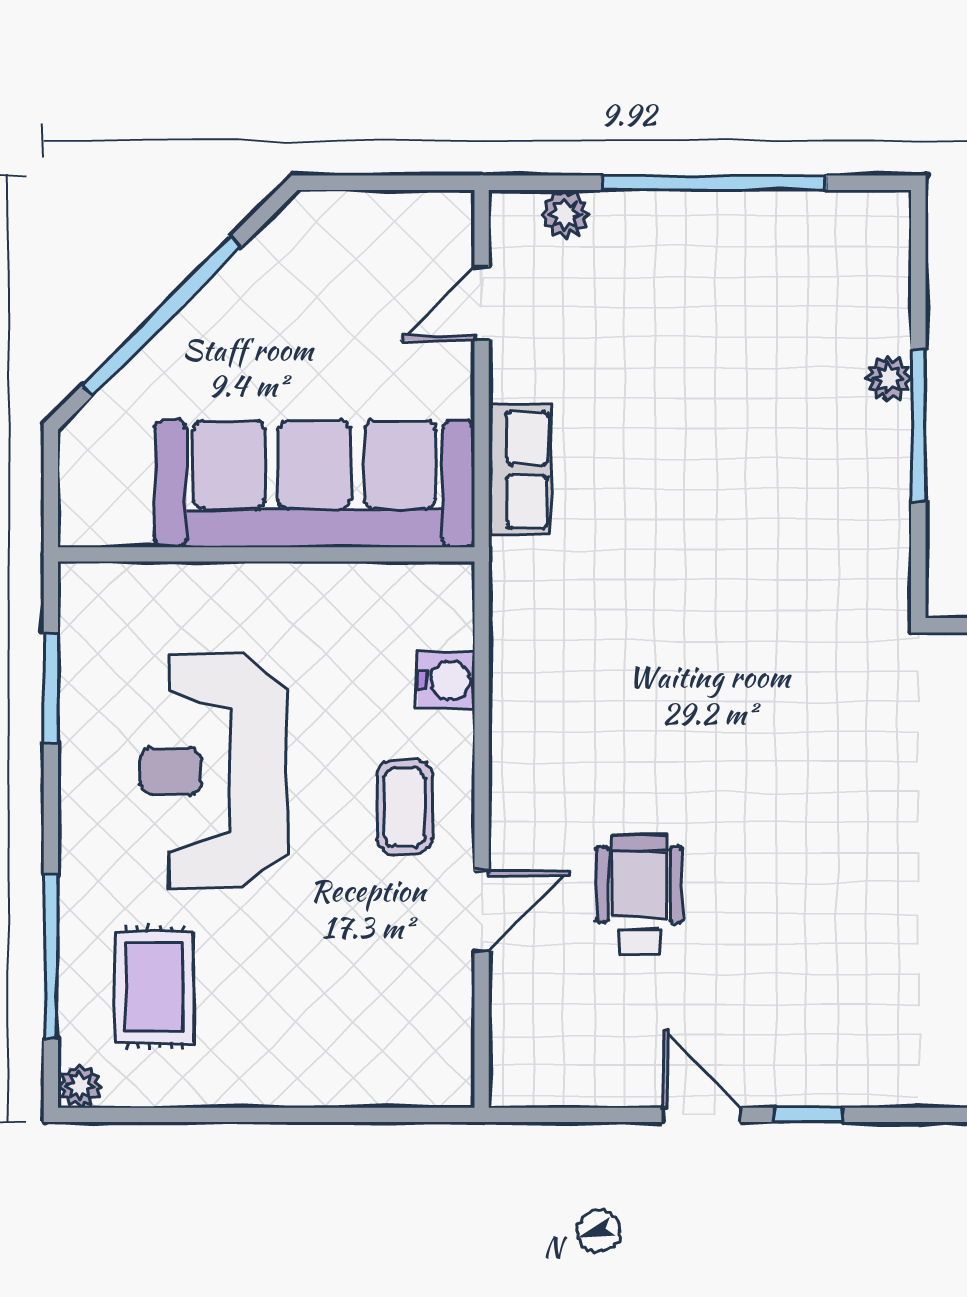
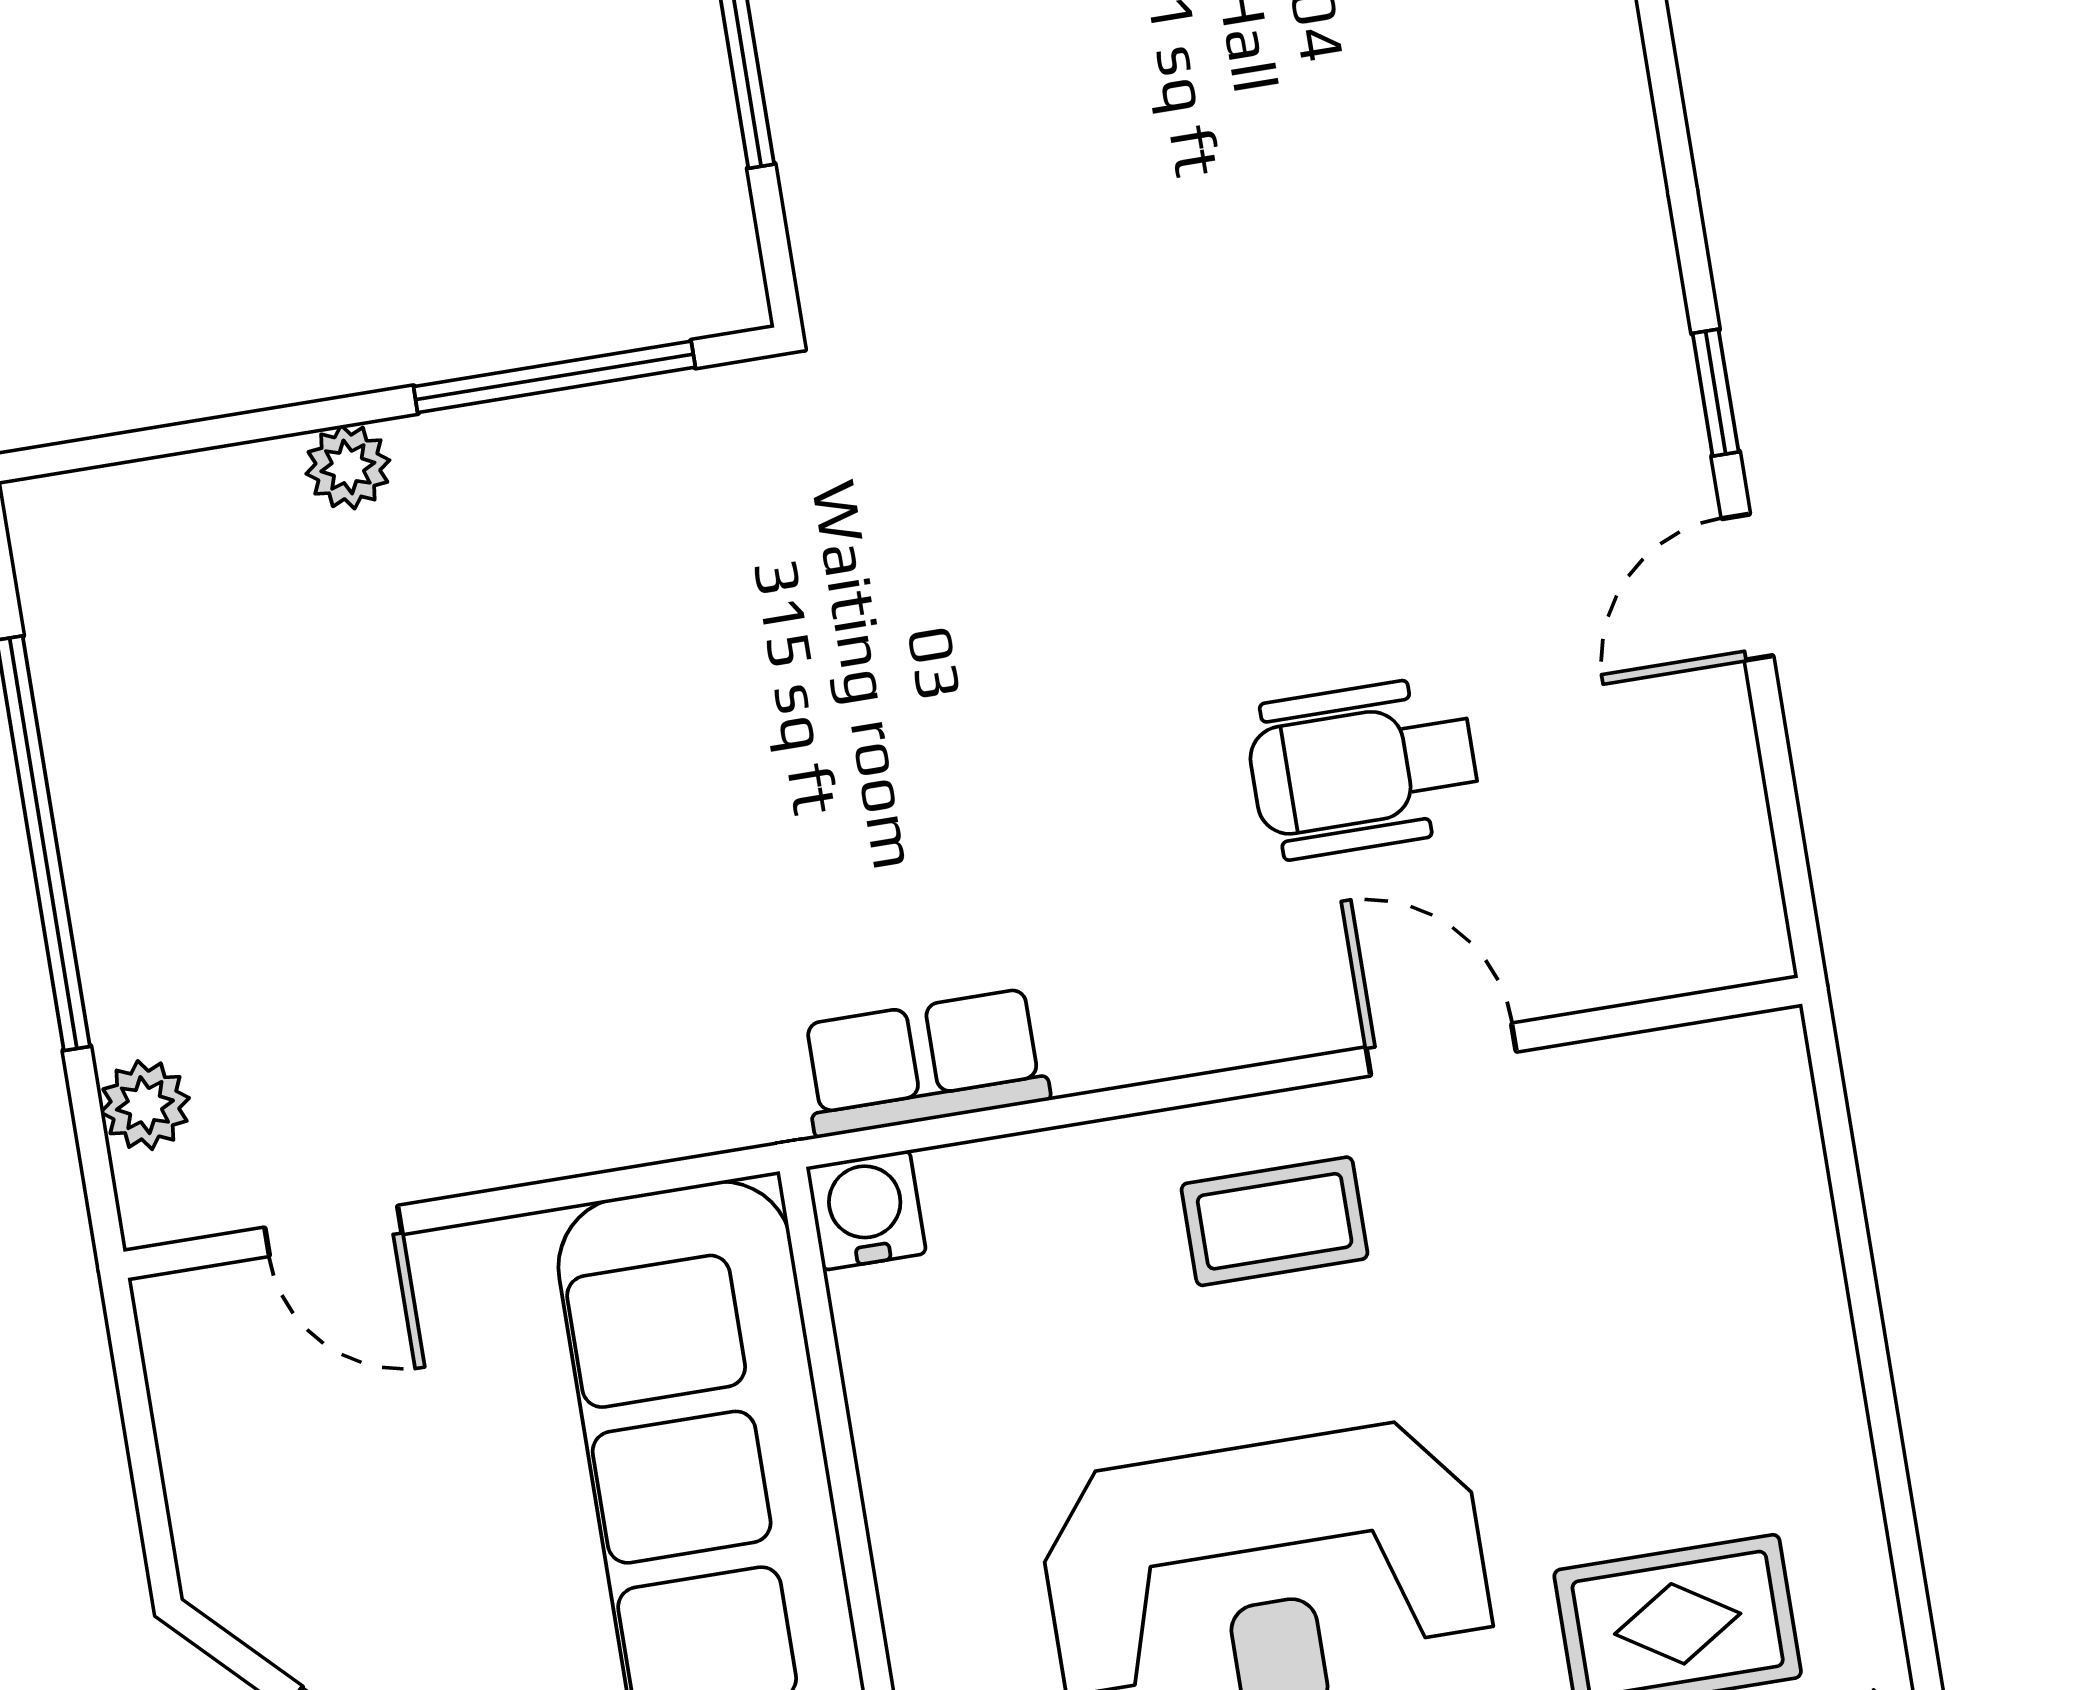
window: (918, 426) -> (554, 377), moved
row of seats: (520, 470) -> (924, 1063), moved
water cooler: (446, 680) -> (866, 1210), moved

